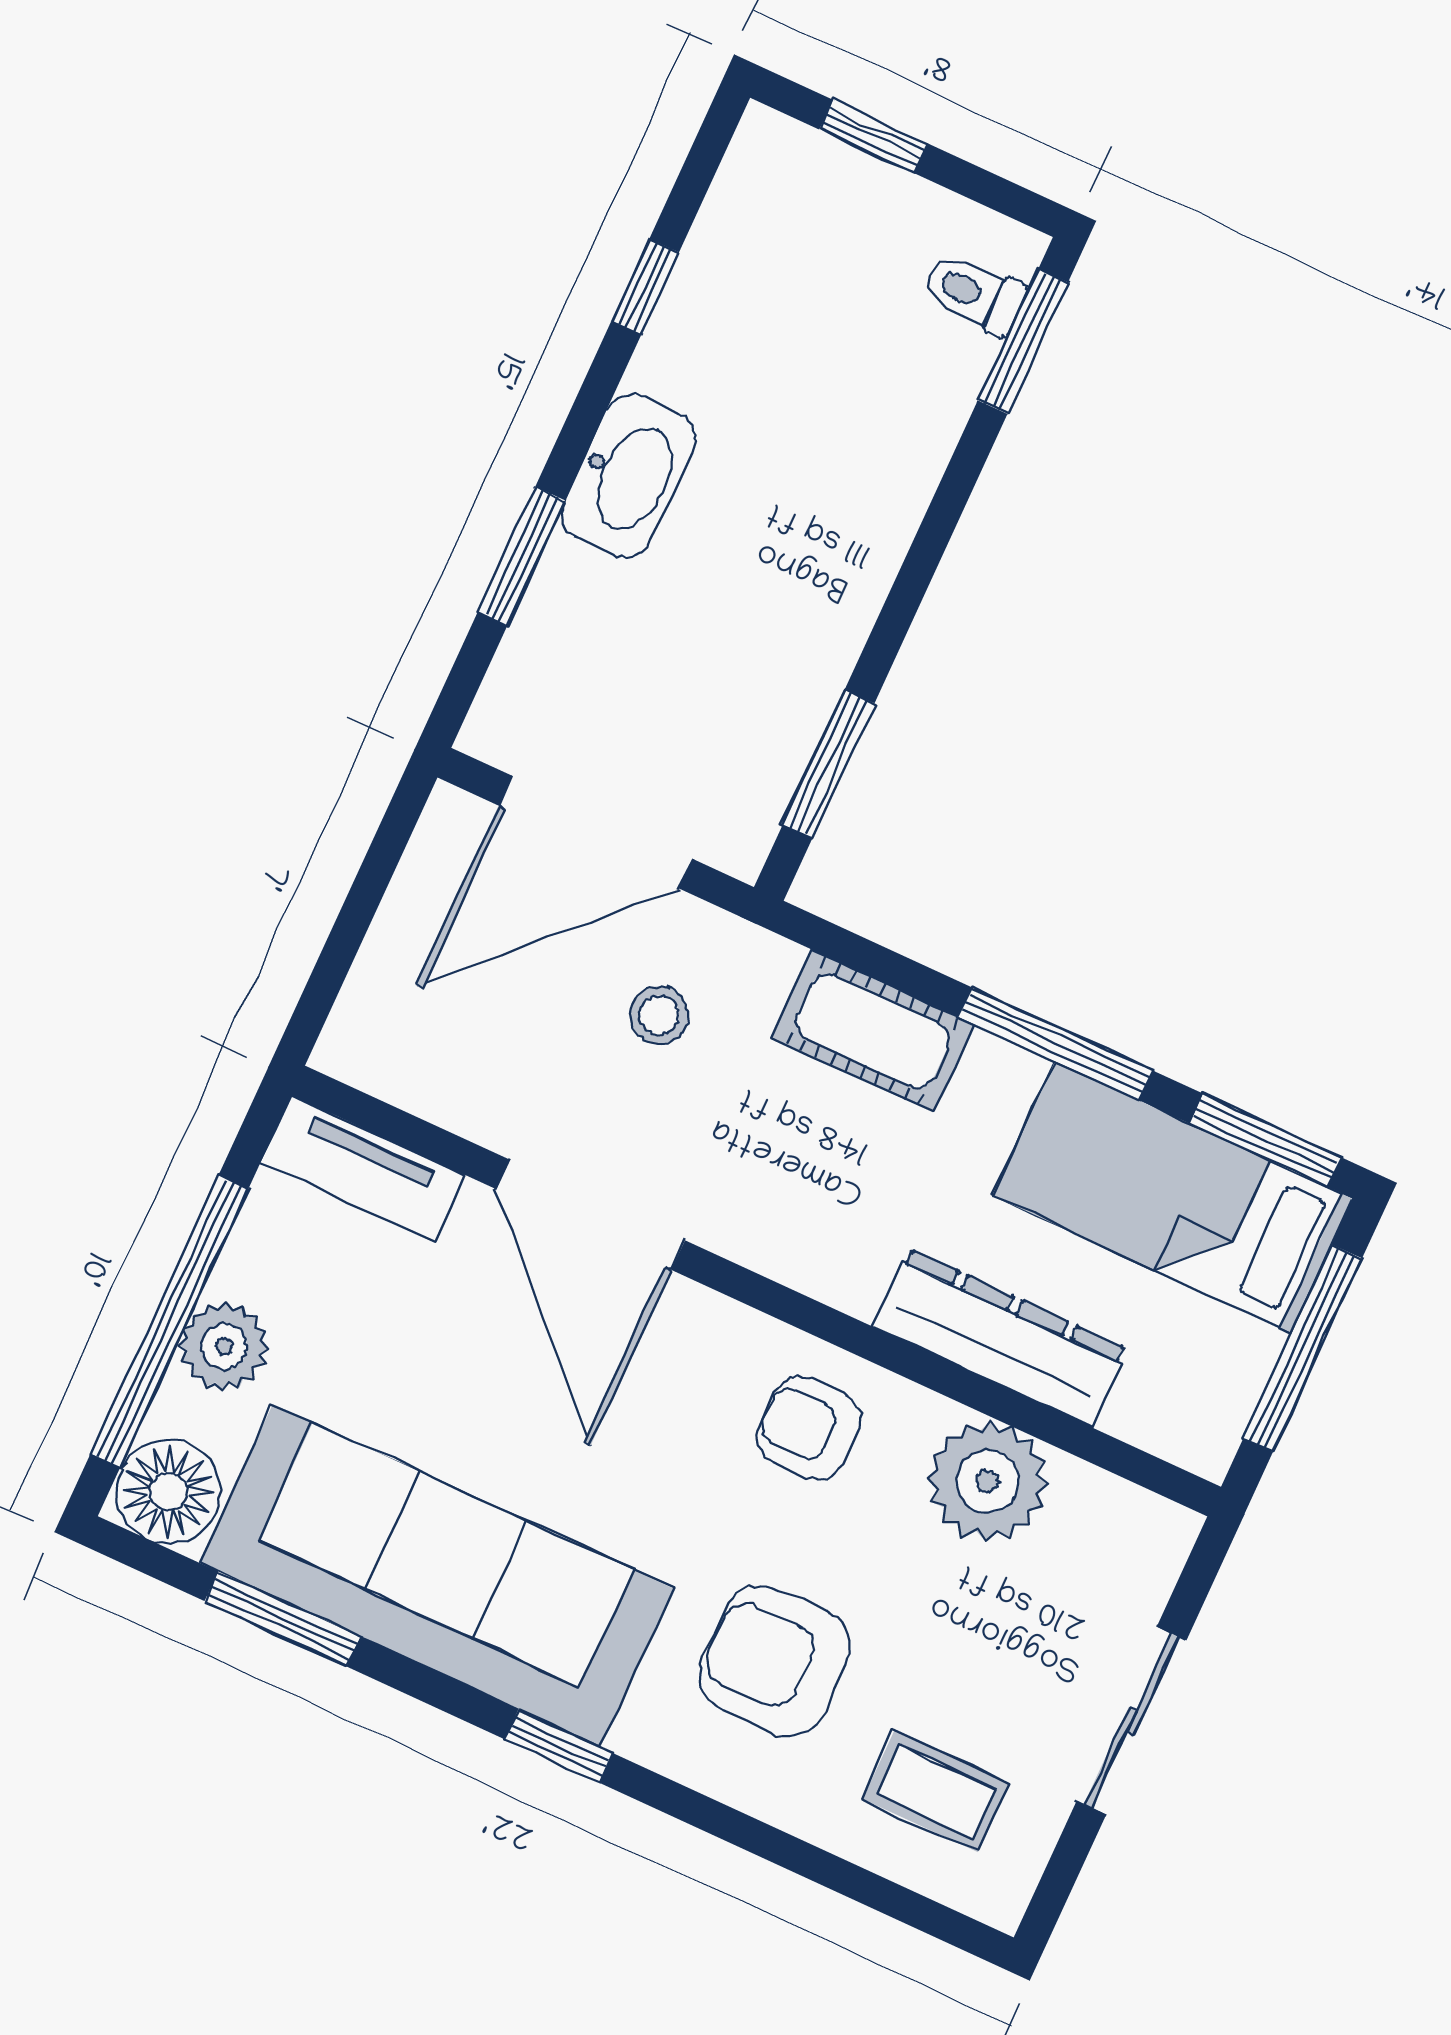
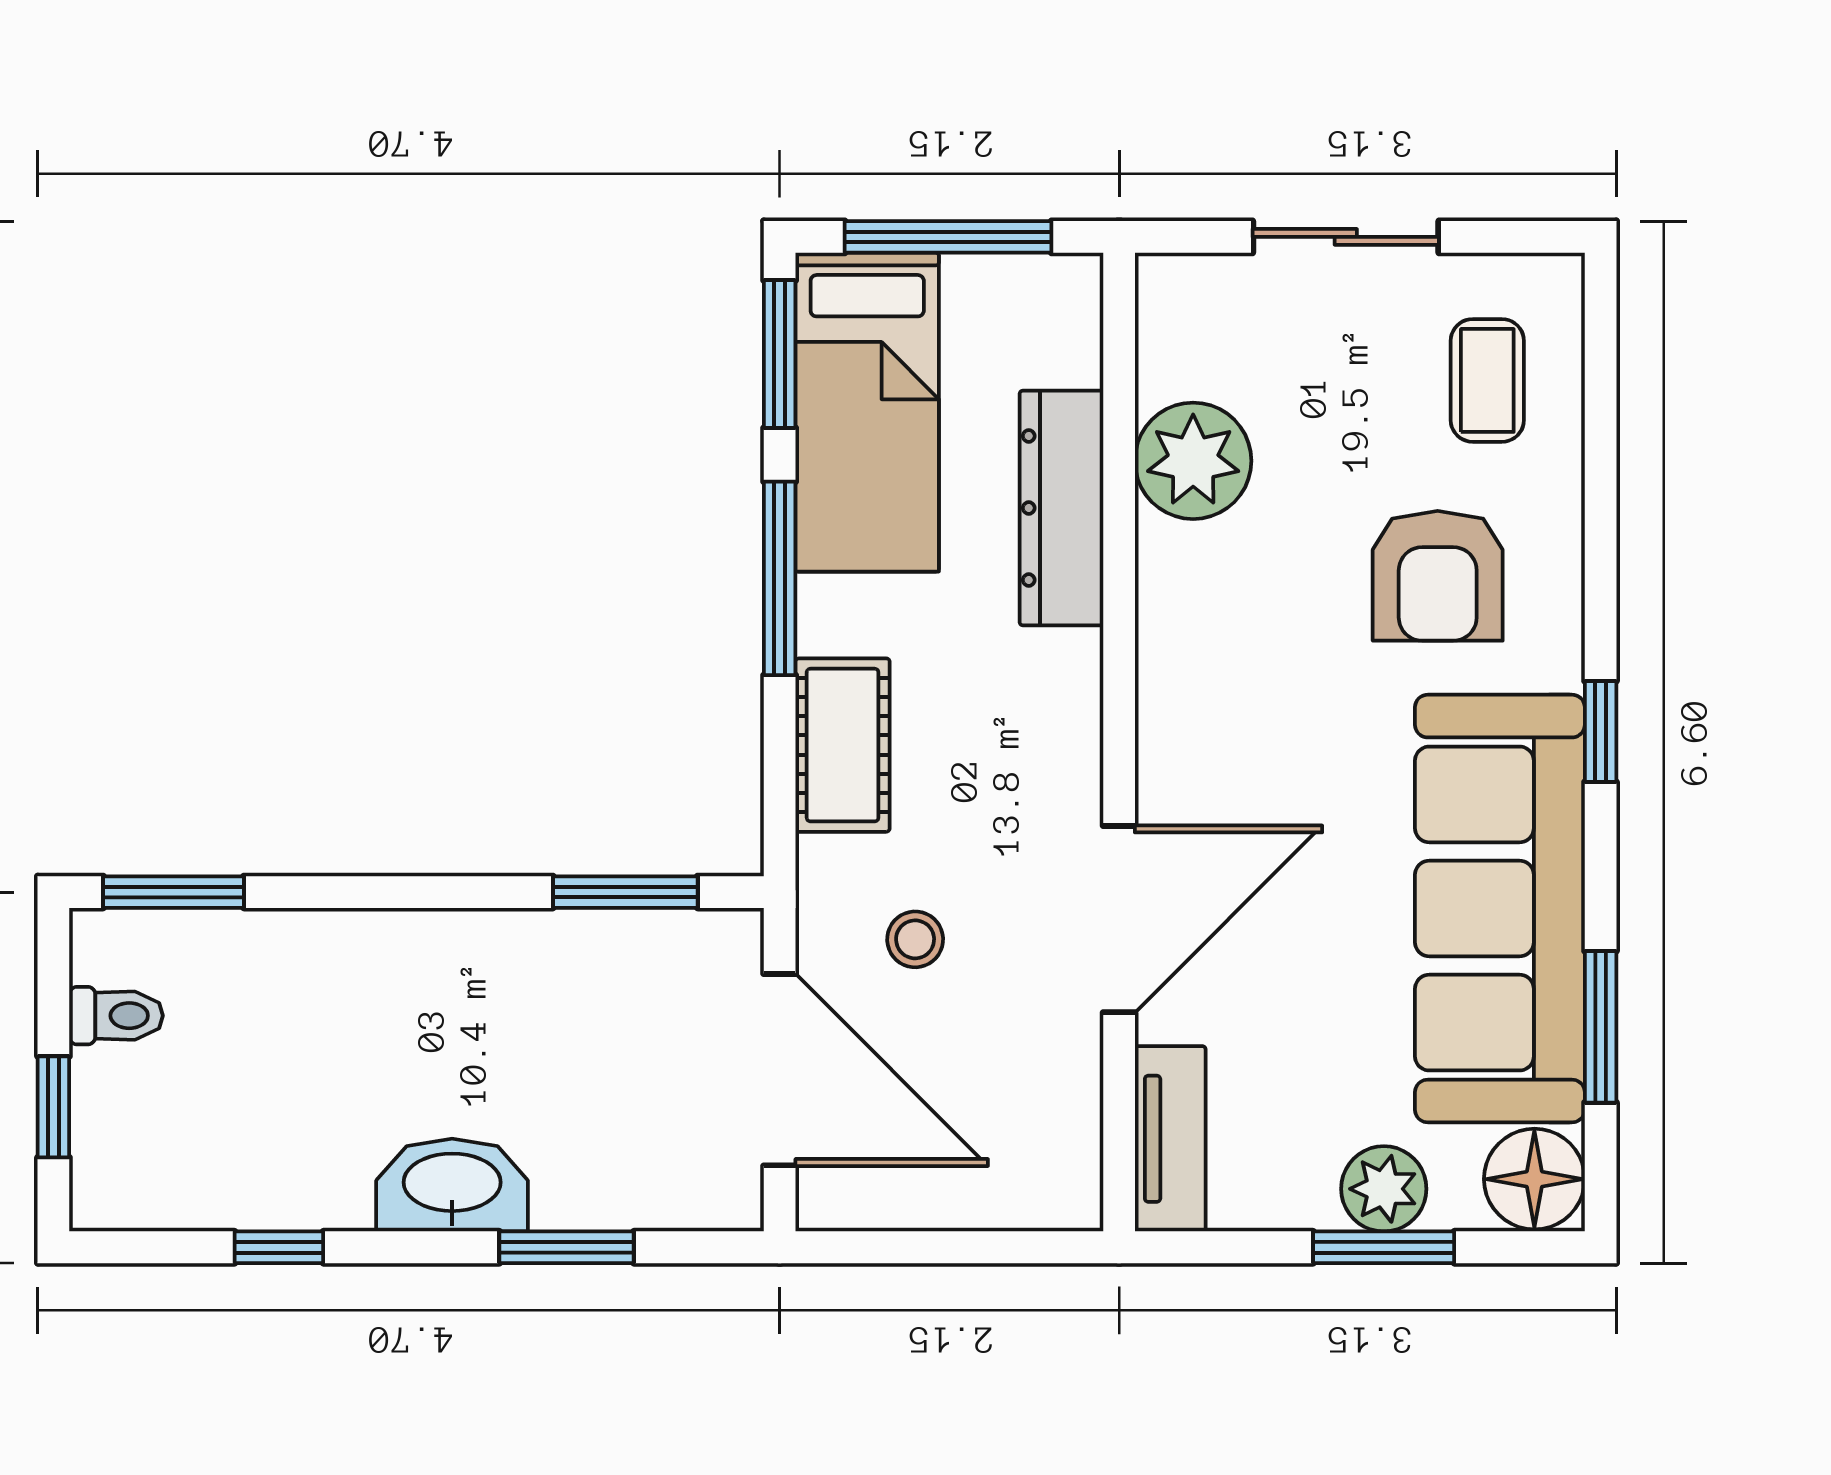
toilet: (974, 294) -> (116, 1016), moved, turned -90
window: (169, 1321) -> (1384, 1247), width x0.47
armchair: (809, 1428) -> (1219, 640), removed

